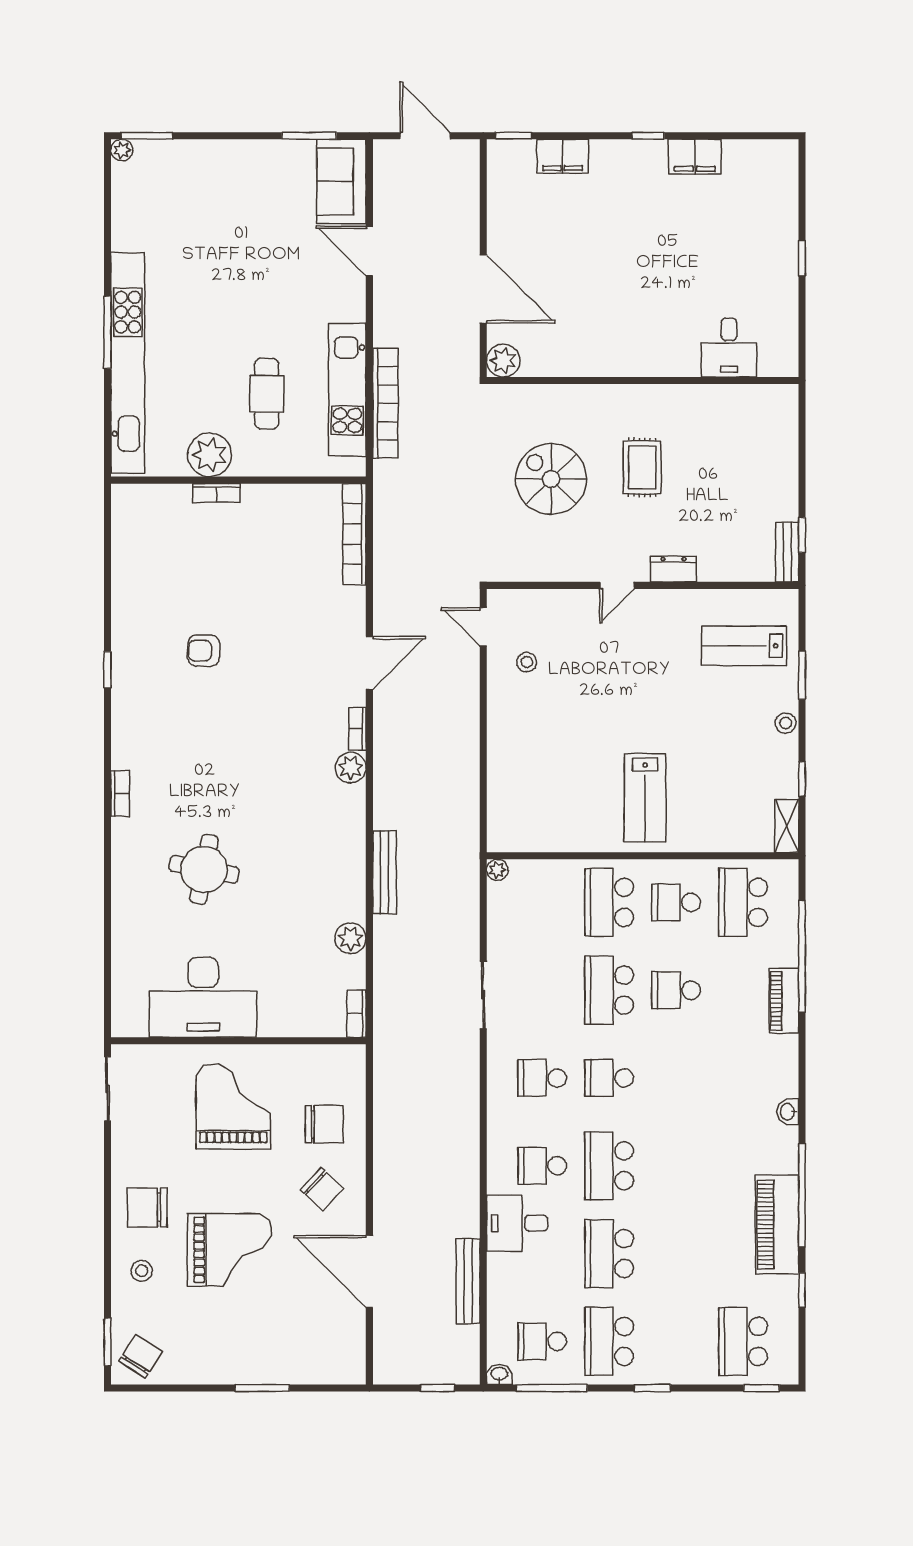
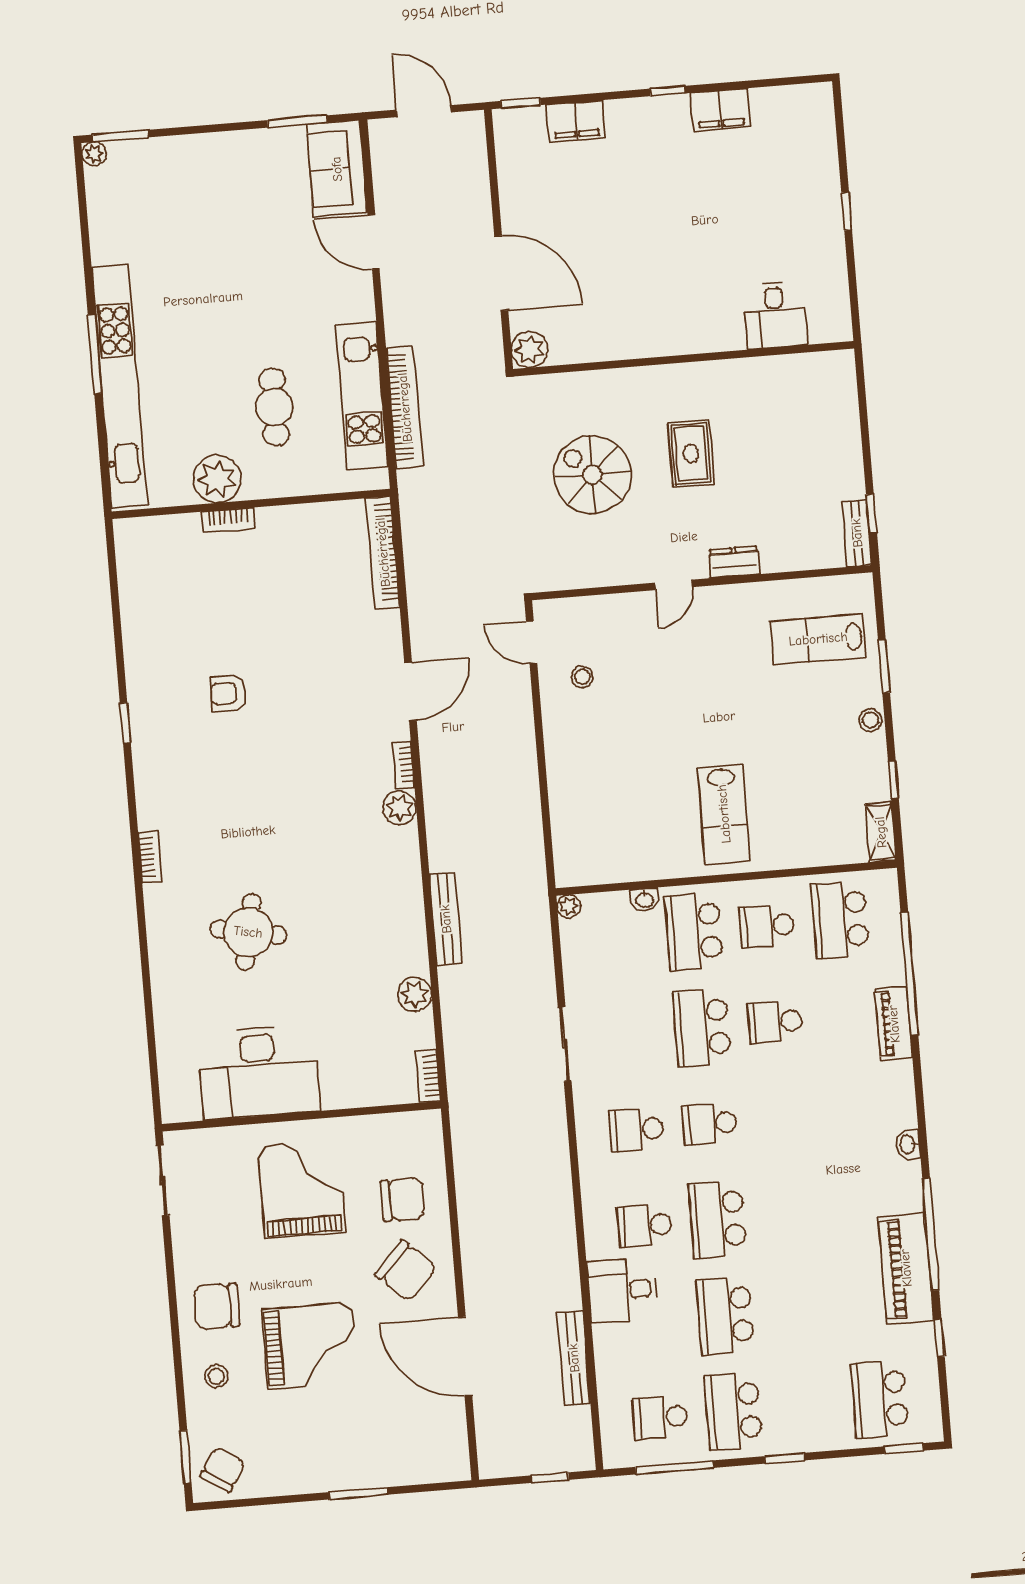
chair: (322, 1189) -> (406, 1271), width x1.37, depth x1.37
washbasin: (499, 1374) -> (644, 900), moved, turned 180

